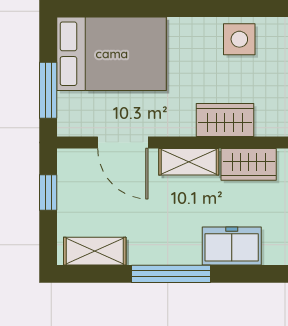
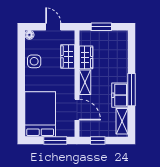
wardrobe: (225, 120) -> (68, 57), moved
door: (123, 142) -> (77, 110), hinge flipped
freezer: (232, 246) -> (120, 95), moved

